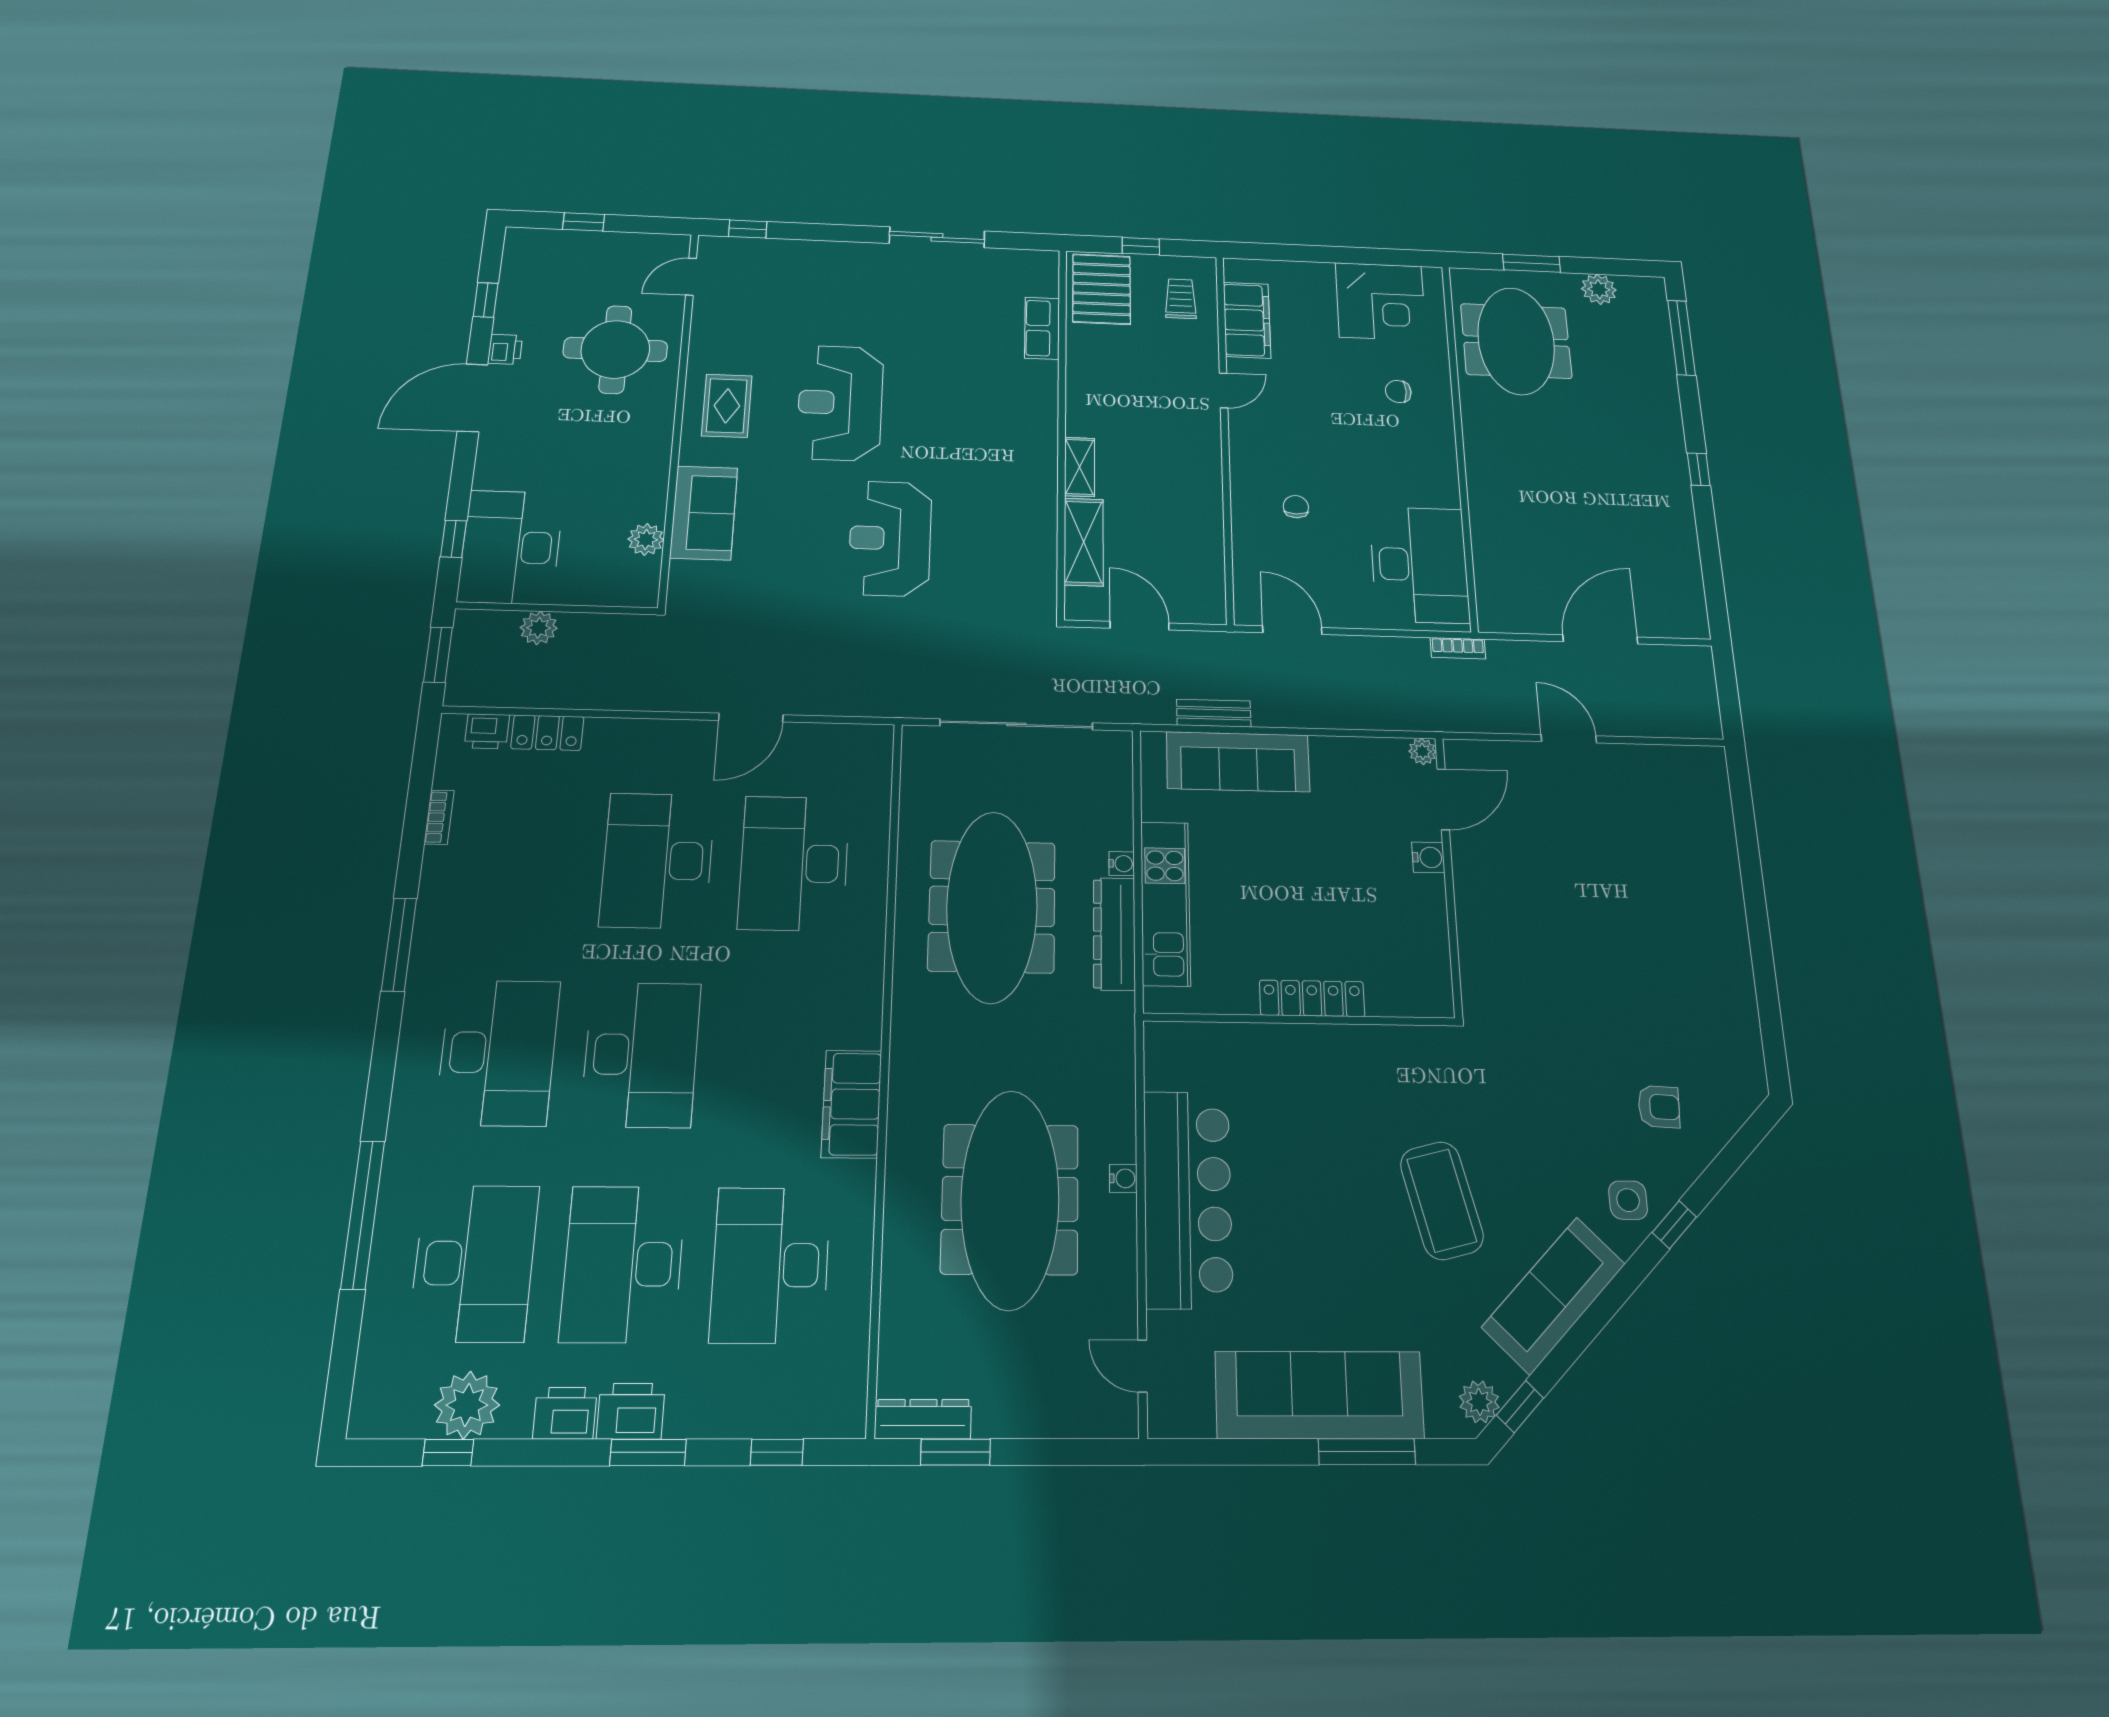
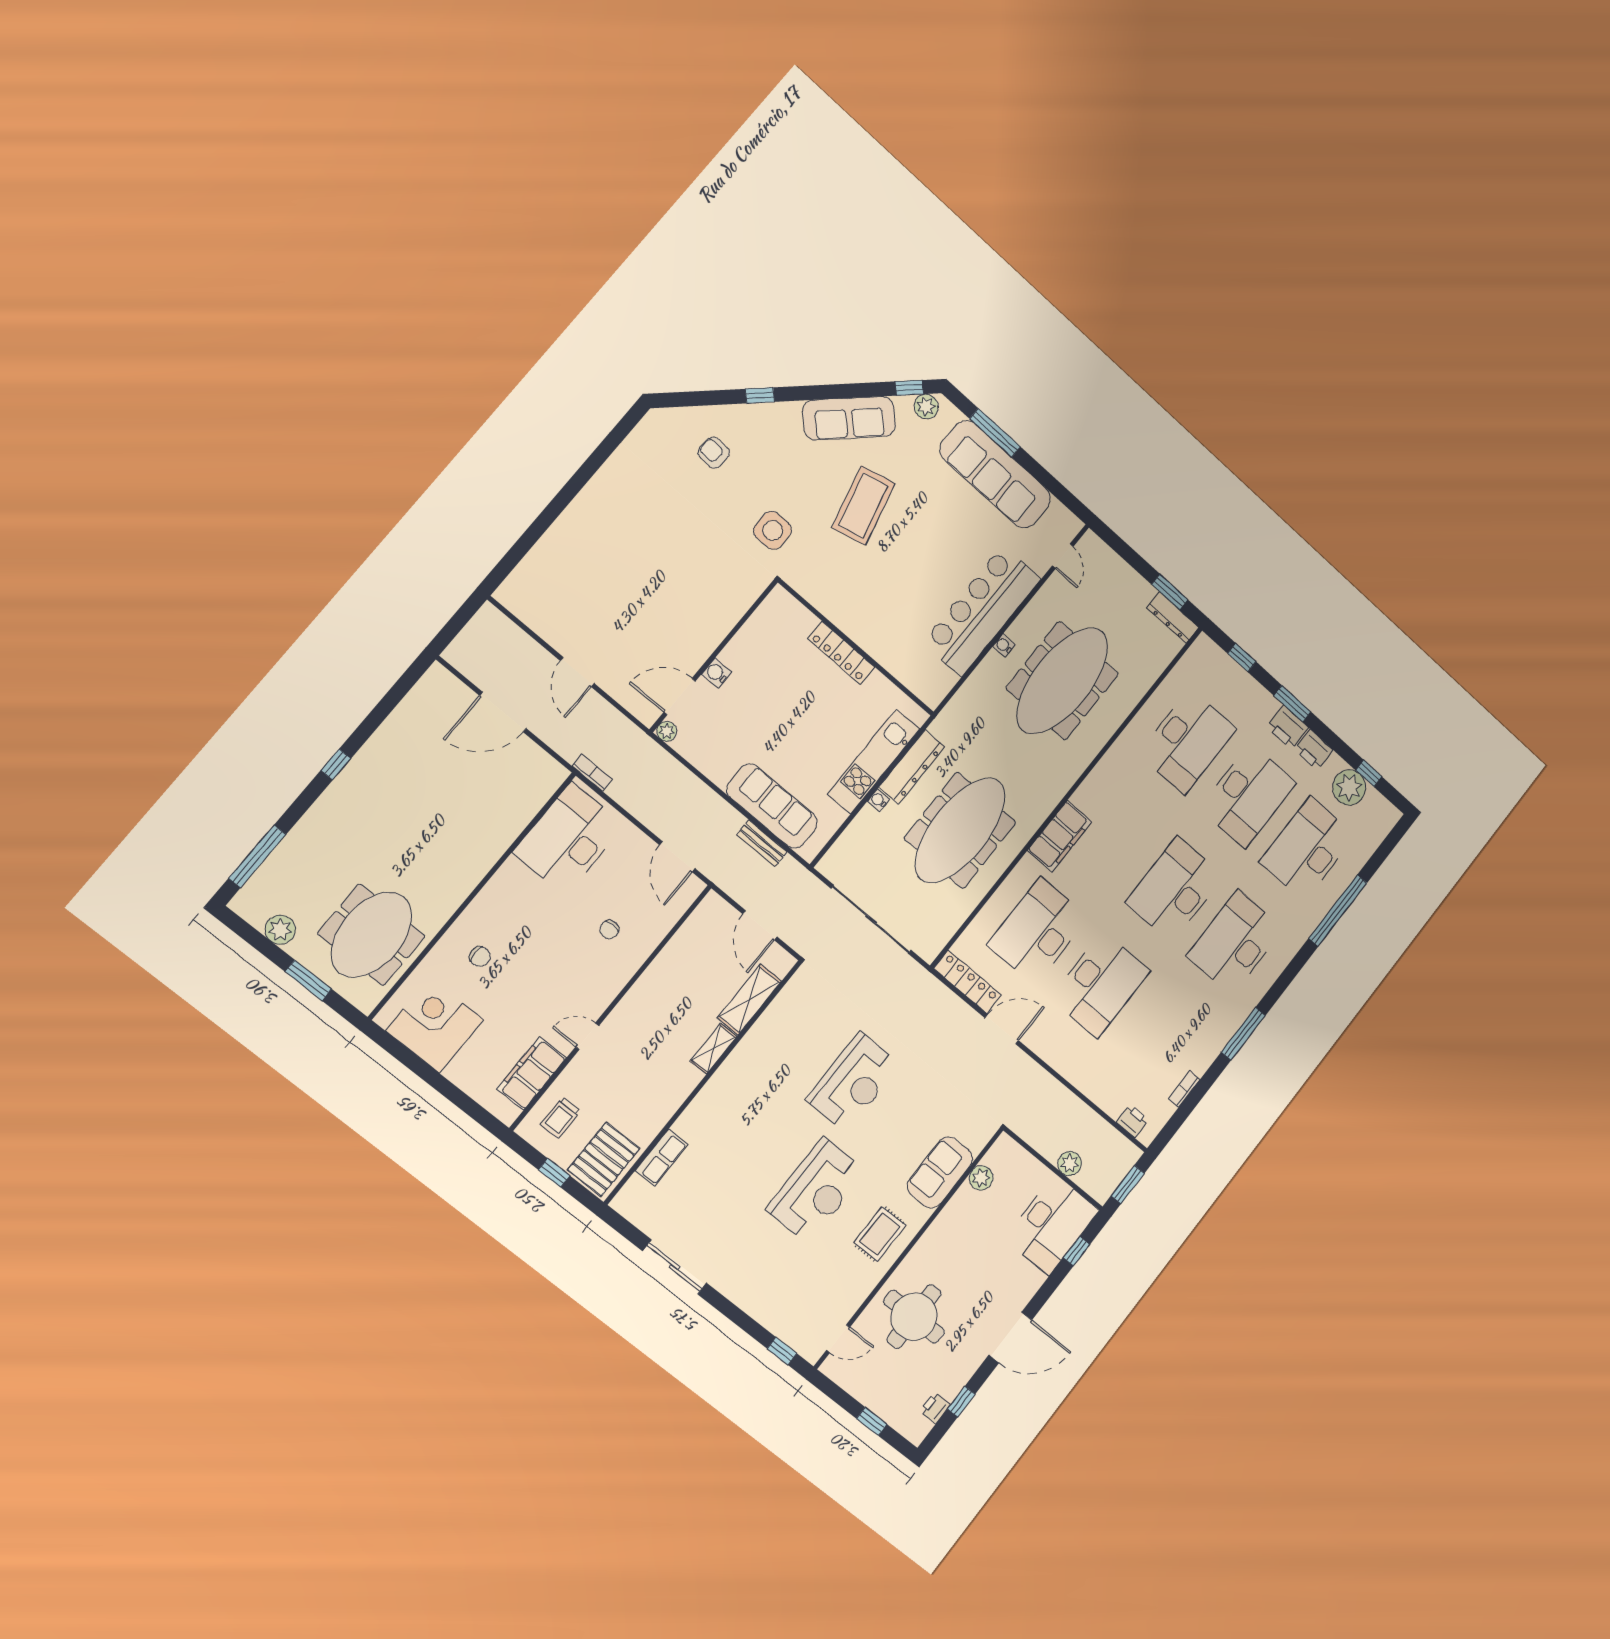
printer: (505, 349) -> (935, 1408), moved
locker: (547, 733) -> (967, 982), moved, width x1.53
desk: (794, 863) -> (1038, 931), turned 180
filing cabinet: (852, 1104) -> (1060, 836), moved
side table: (1628, 1200) -> (773, 530), moved, width x1.37, depth x1.37

